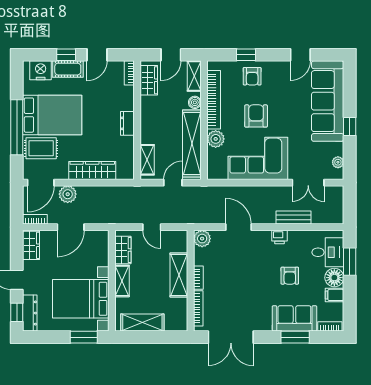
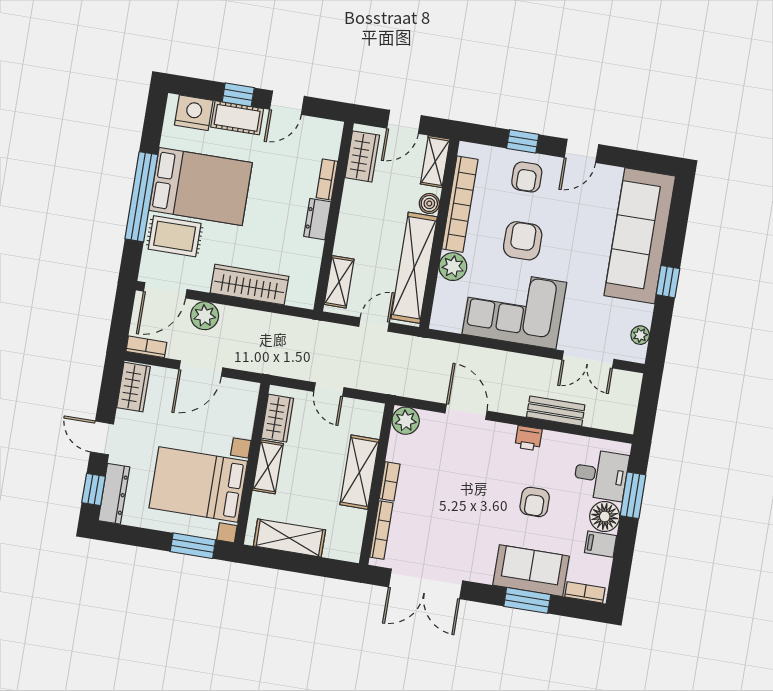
door: (300, 55) -> (581, 151), moved
bookcase: (129, 73) -> (327, 180), moved

